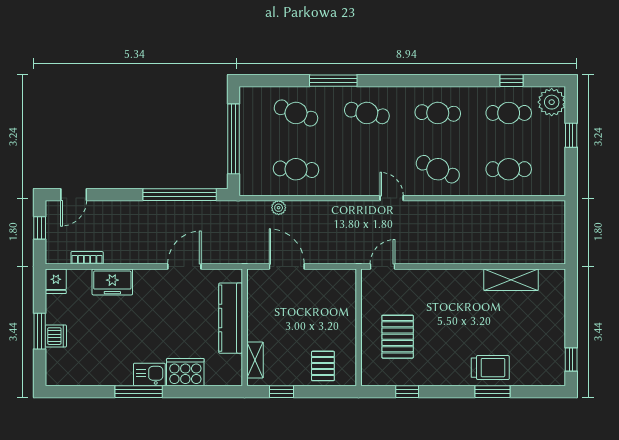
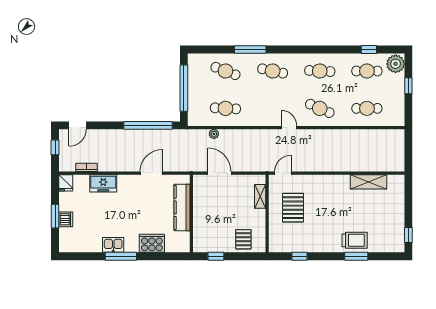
pallet: (398, 337) -> (293, 208), moved
shelving: (255, 360) -> (260, 196), moved
kitchen sink: (149, 374) -> (113, 245), moved

